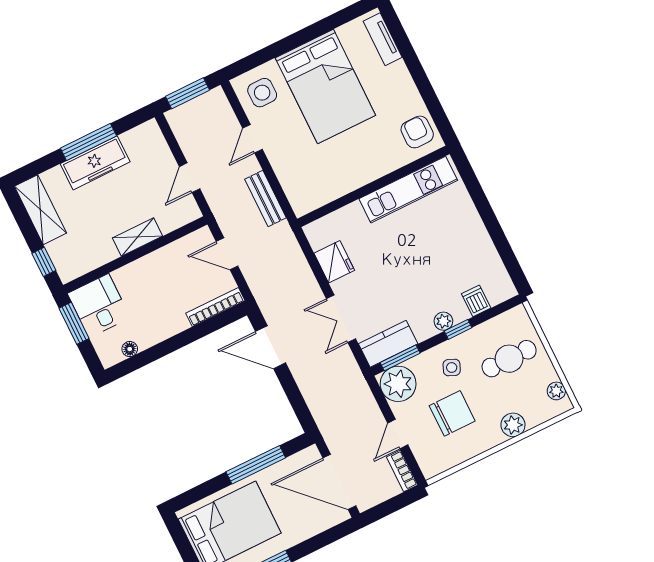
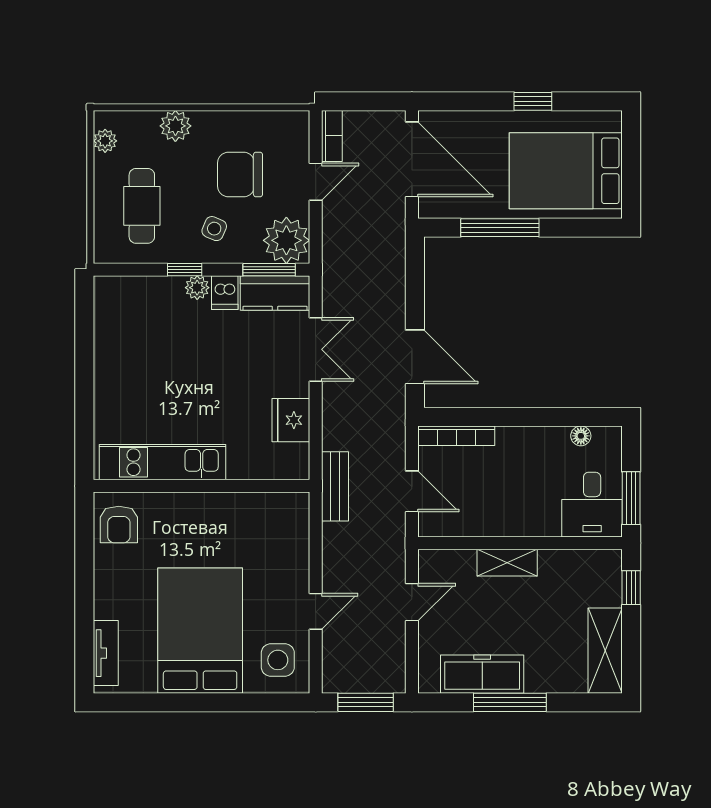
freezer: (95, 163) -> (482, 674), moved
bench: (265, 199) -> (335, 486), moved
dishwasher: (476, 301) -> (225, 293), moved
cafe table: (509, 359) -> (142, 206), turned 90

